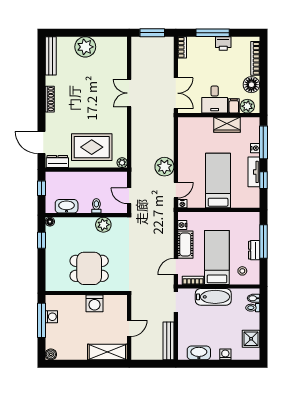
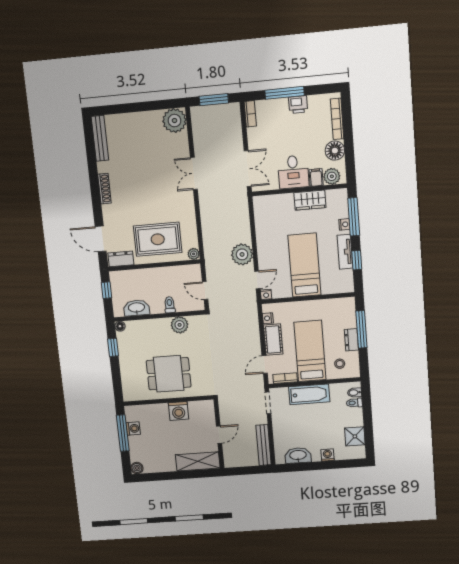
plant: (85, 47) -> (174, 121), moved

